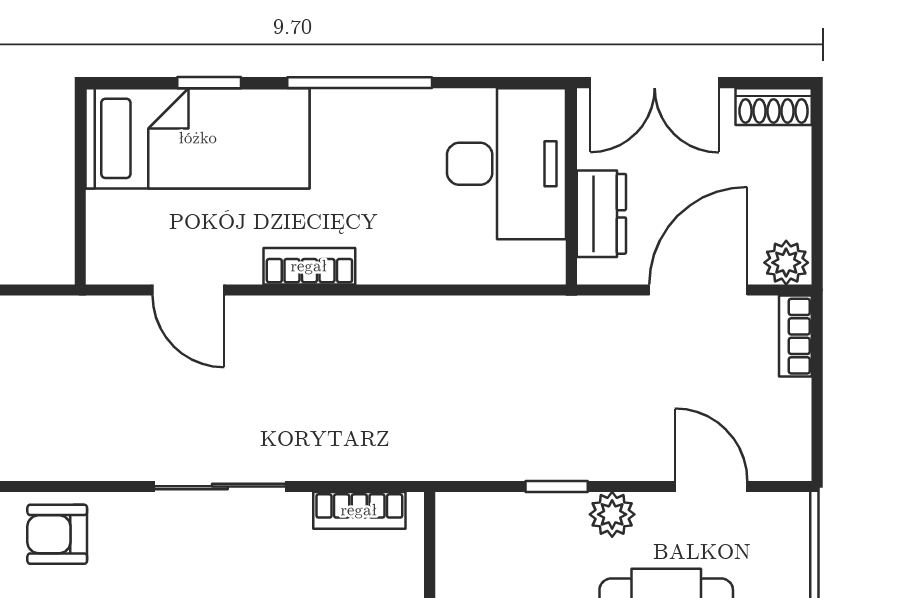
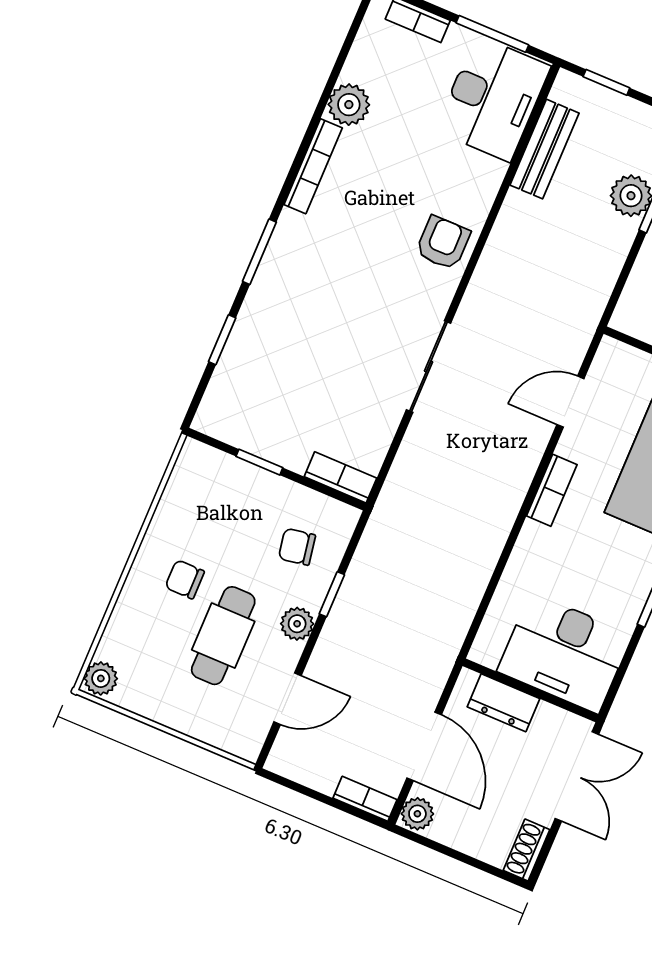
double door: (655, 83) -> (577, 776), swing flipped
bookcase: (359, 510) -> (340, 477), moved, turned 90
chair: (516, 555) -> (297, 547), added

